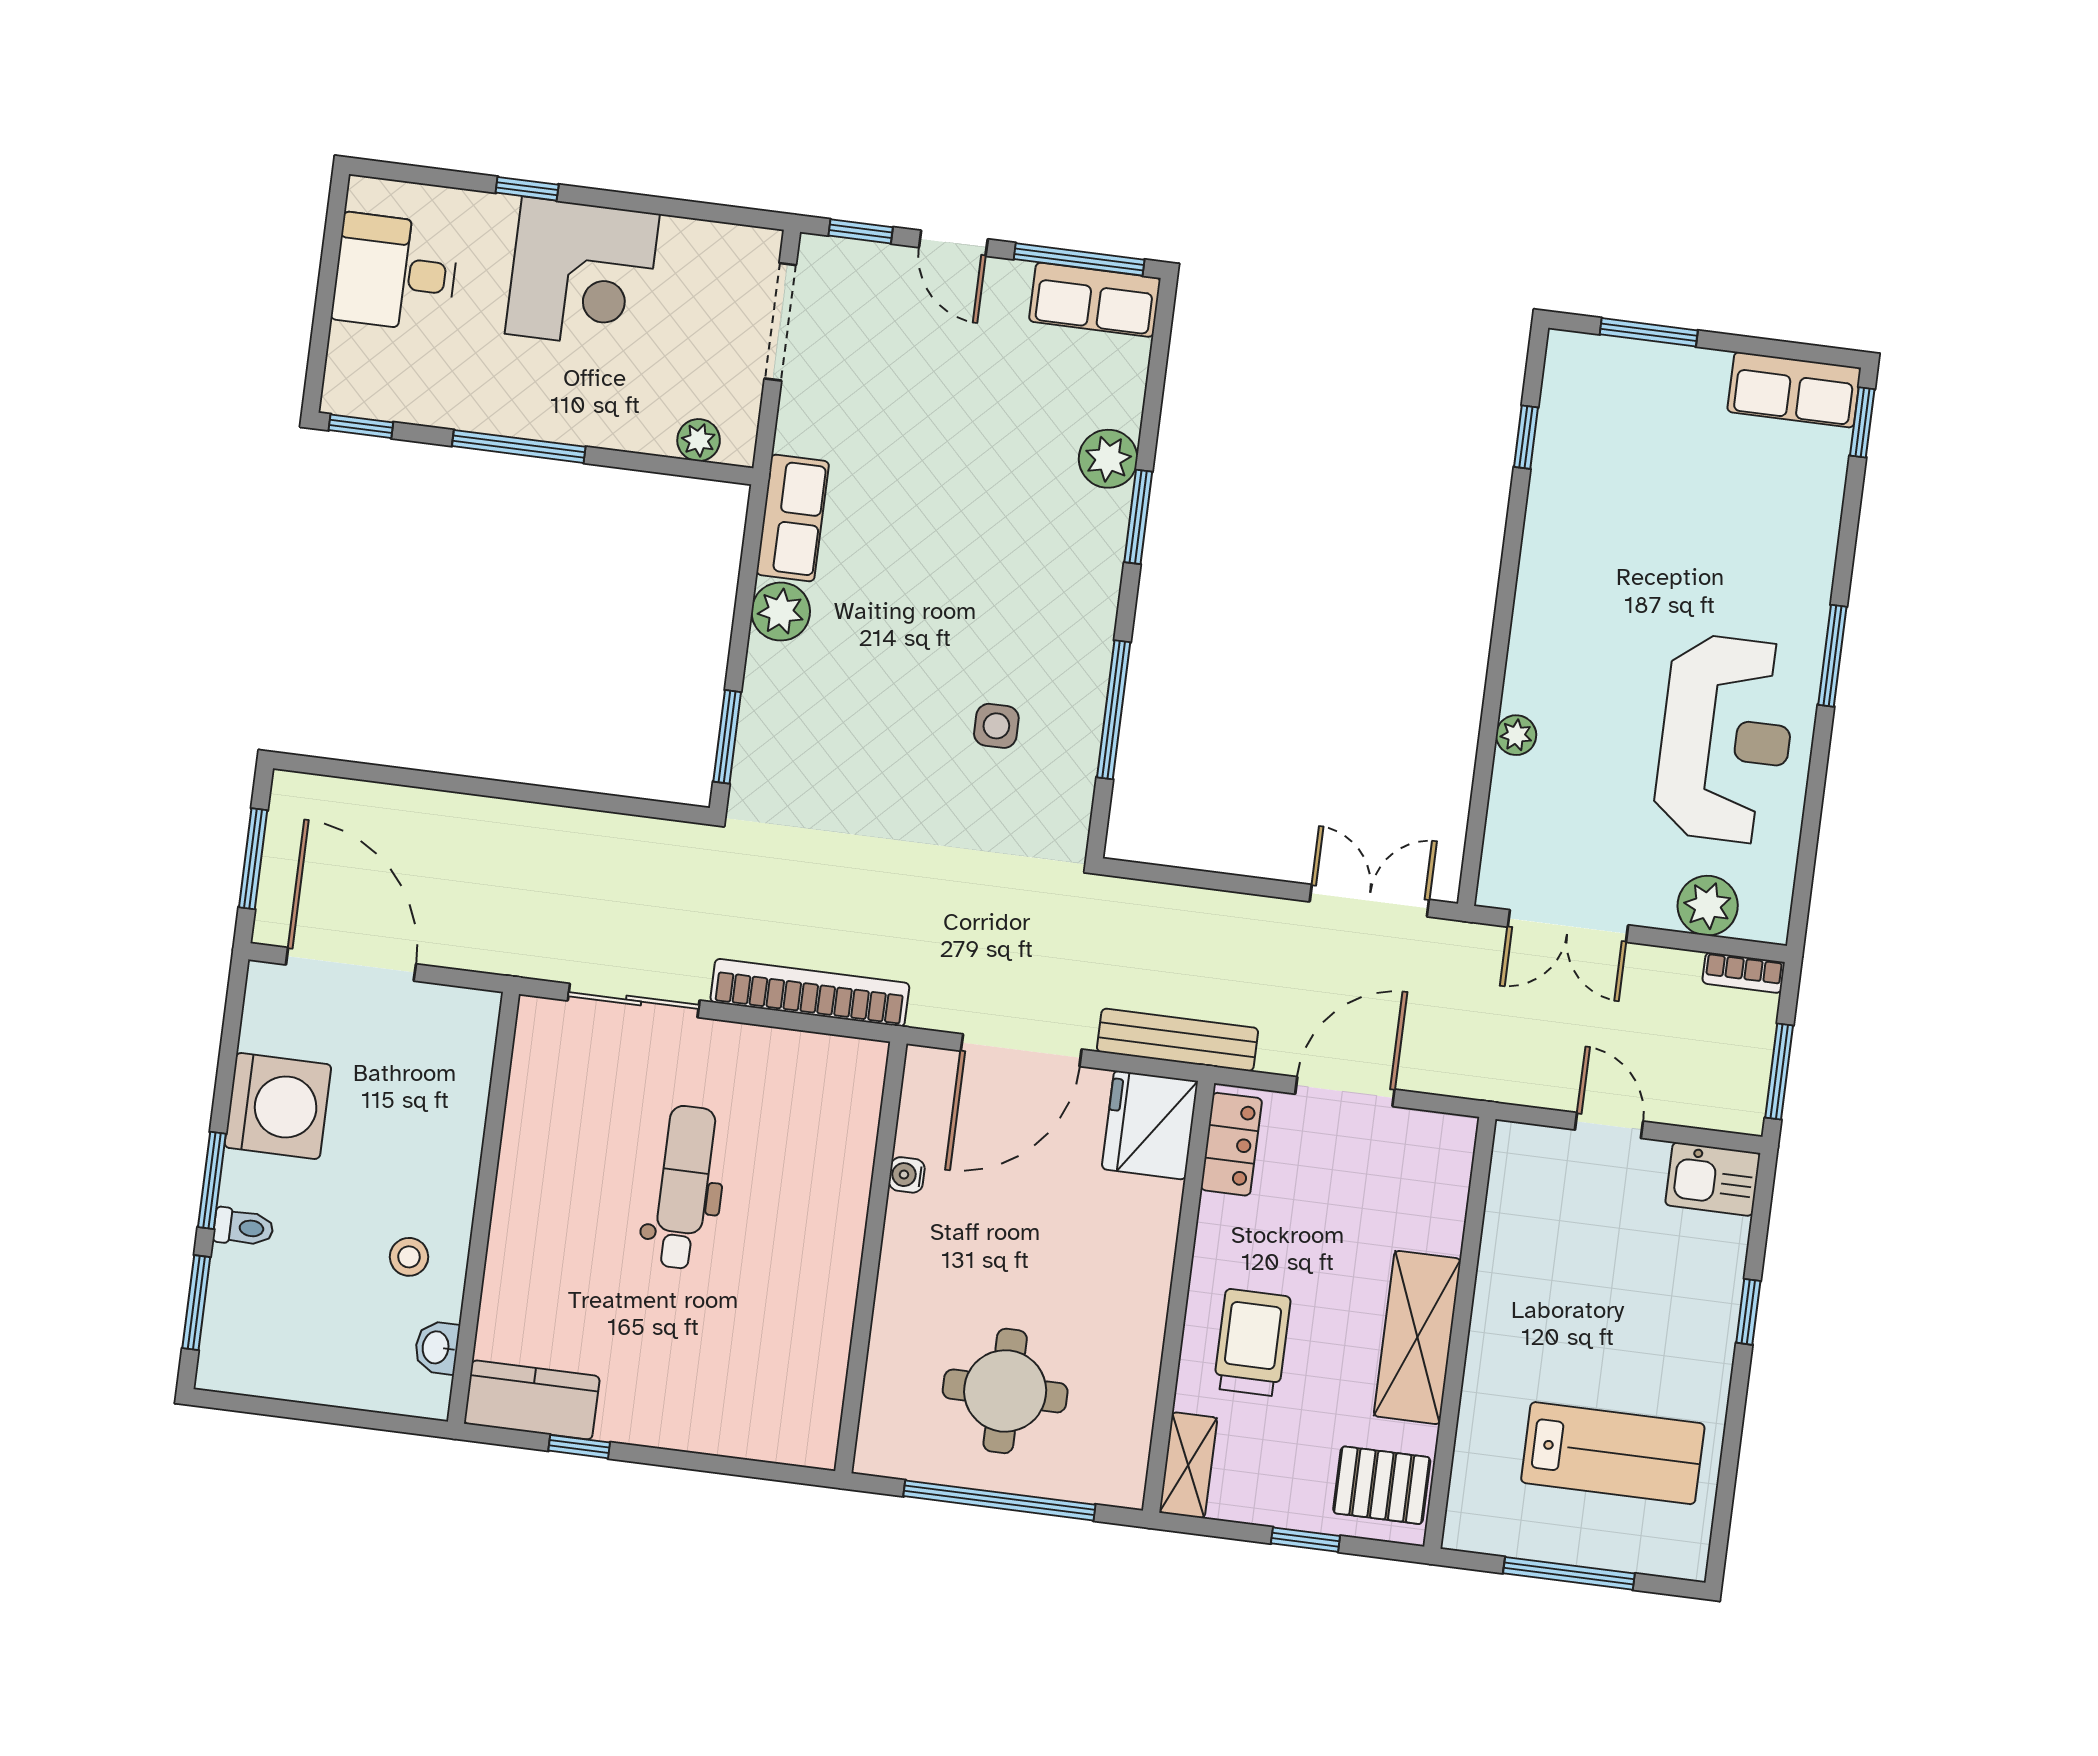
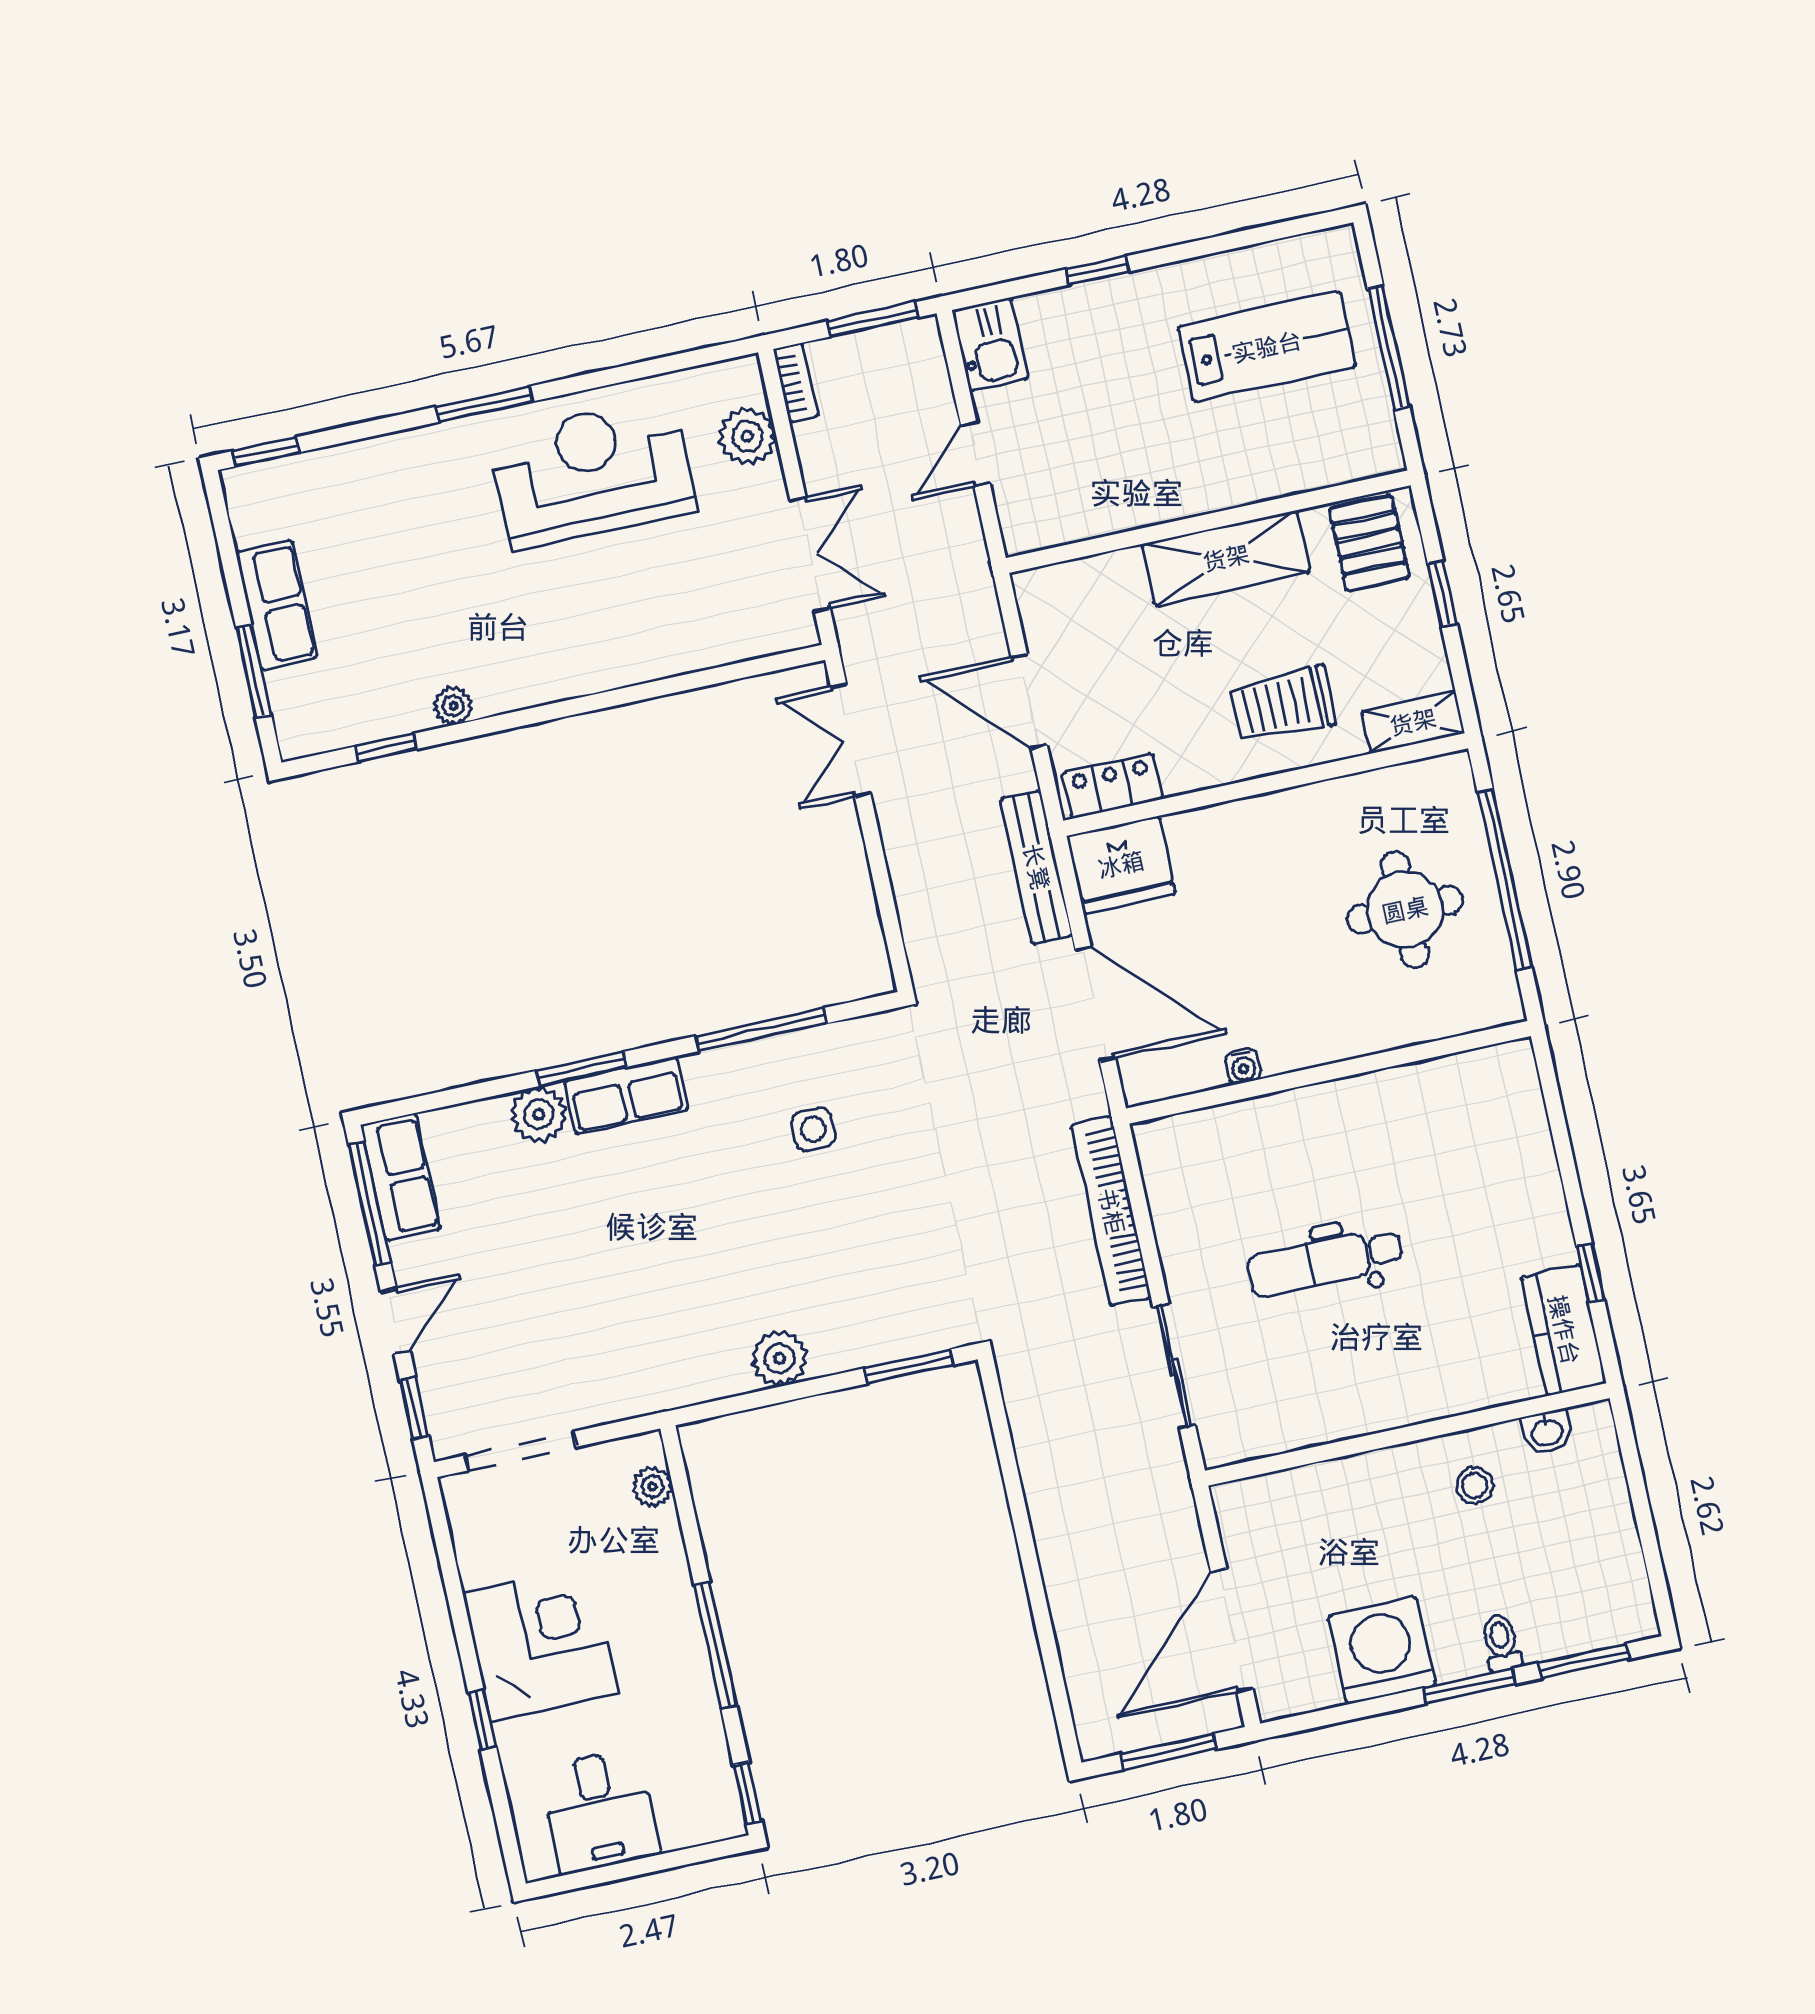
row of seats: (1794, 390) -> (277, 605), moved
row of seats: (793, 518) -> (626, 1095), moved, turned 180
plant: (1516, 735) -> (453, 706), moved
lab bench: (1613, 1453) -> (1267, 347), turned 90

